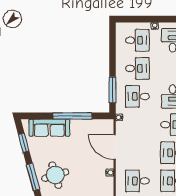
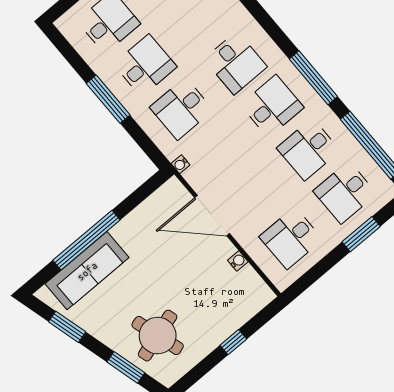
window: (112, 90) -> (108, 99), moved
window: (72, 116) -> (86, 240), moved
window: (33, 177) -> (126, 367), width x0.69

